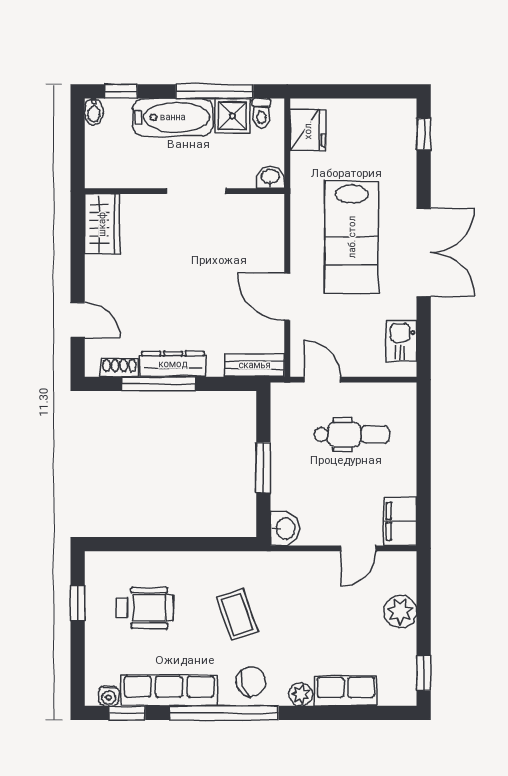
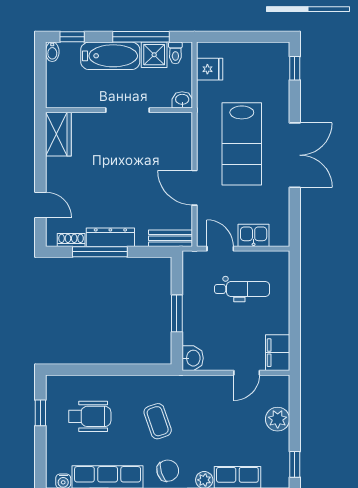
fridge: (308, 130) -> (210, 69), width x0.72
kitchen sink: (401, 341) -> (254, 235), moved, turned 90

